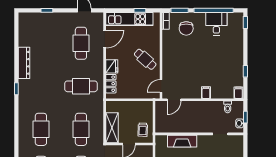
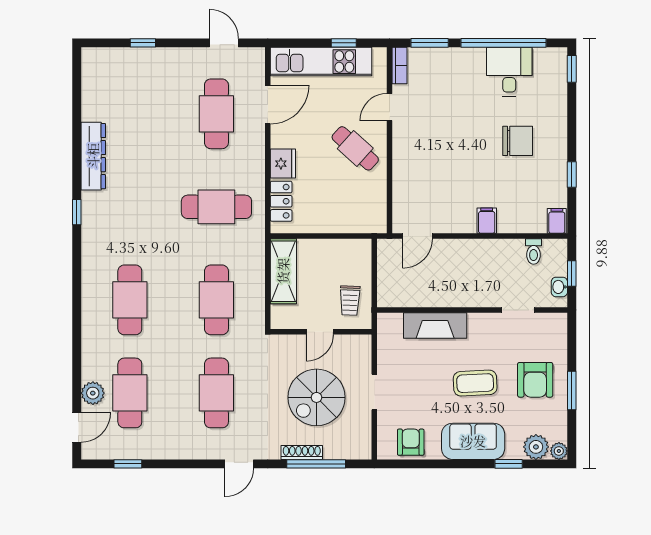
chair: (186, 28) -> (518, 141), moved, turned -90
door: (161, 86) -> (390, 107), moved
shelving: (112, 128) -> (283, 271), moved

